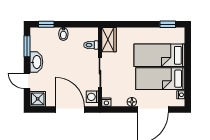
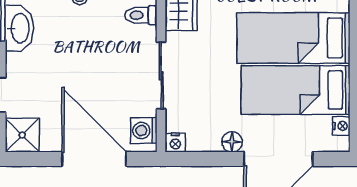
washbasin: (36, 62) -> (19, 28), moved

